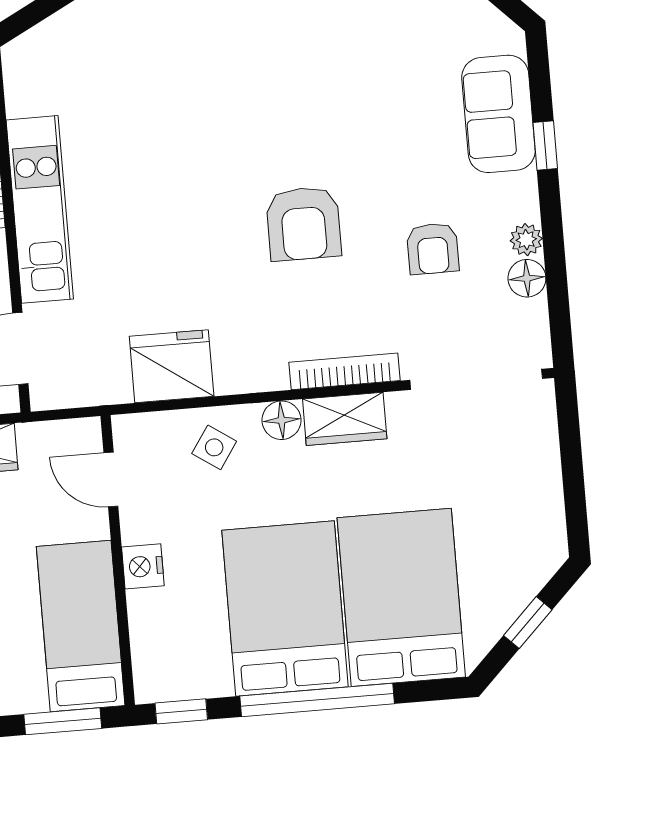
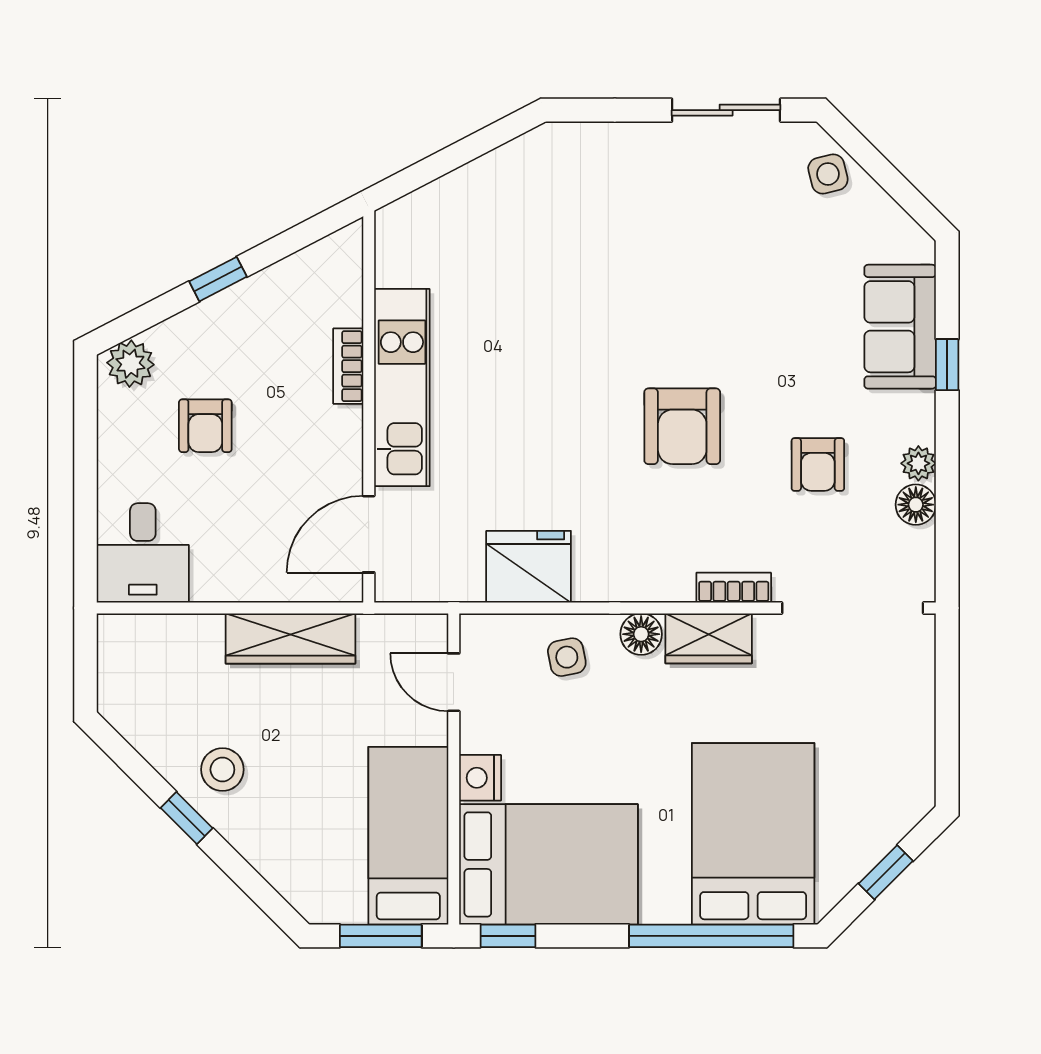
bookcase: (345, 371) -> (734, 588), width x0.64
side table: (214, 447) -> (567, 657), turned 45
bed: (285, 608) -> (548, 864), moved, turned 90
window: (317, 700) -> (711, 936), moved

